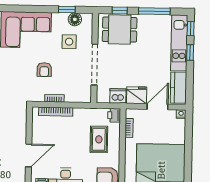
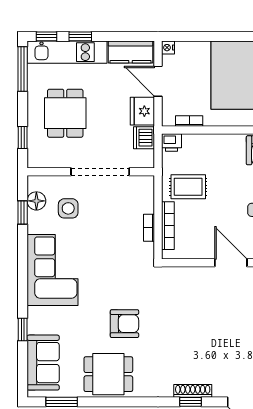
window: (154, 11) -> (23, 69), moved
dining table: (120, 30) -> (65, 113), moved
armchair: (44, 70) -> (109, 243), removed
rug: (99, 139) -> (188, 187), moved

